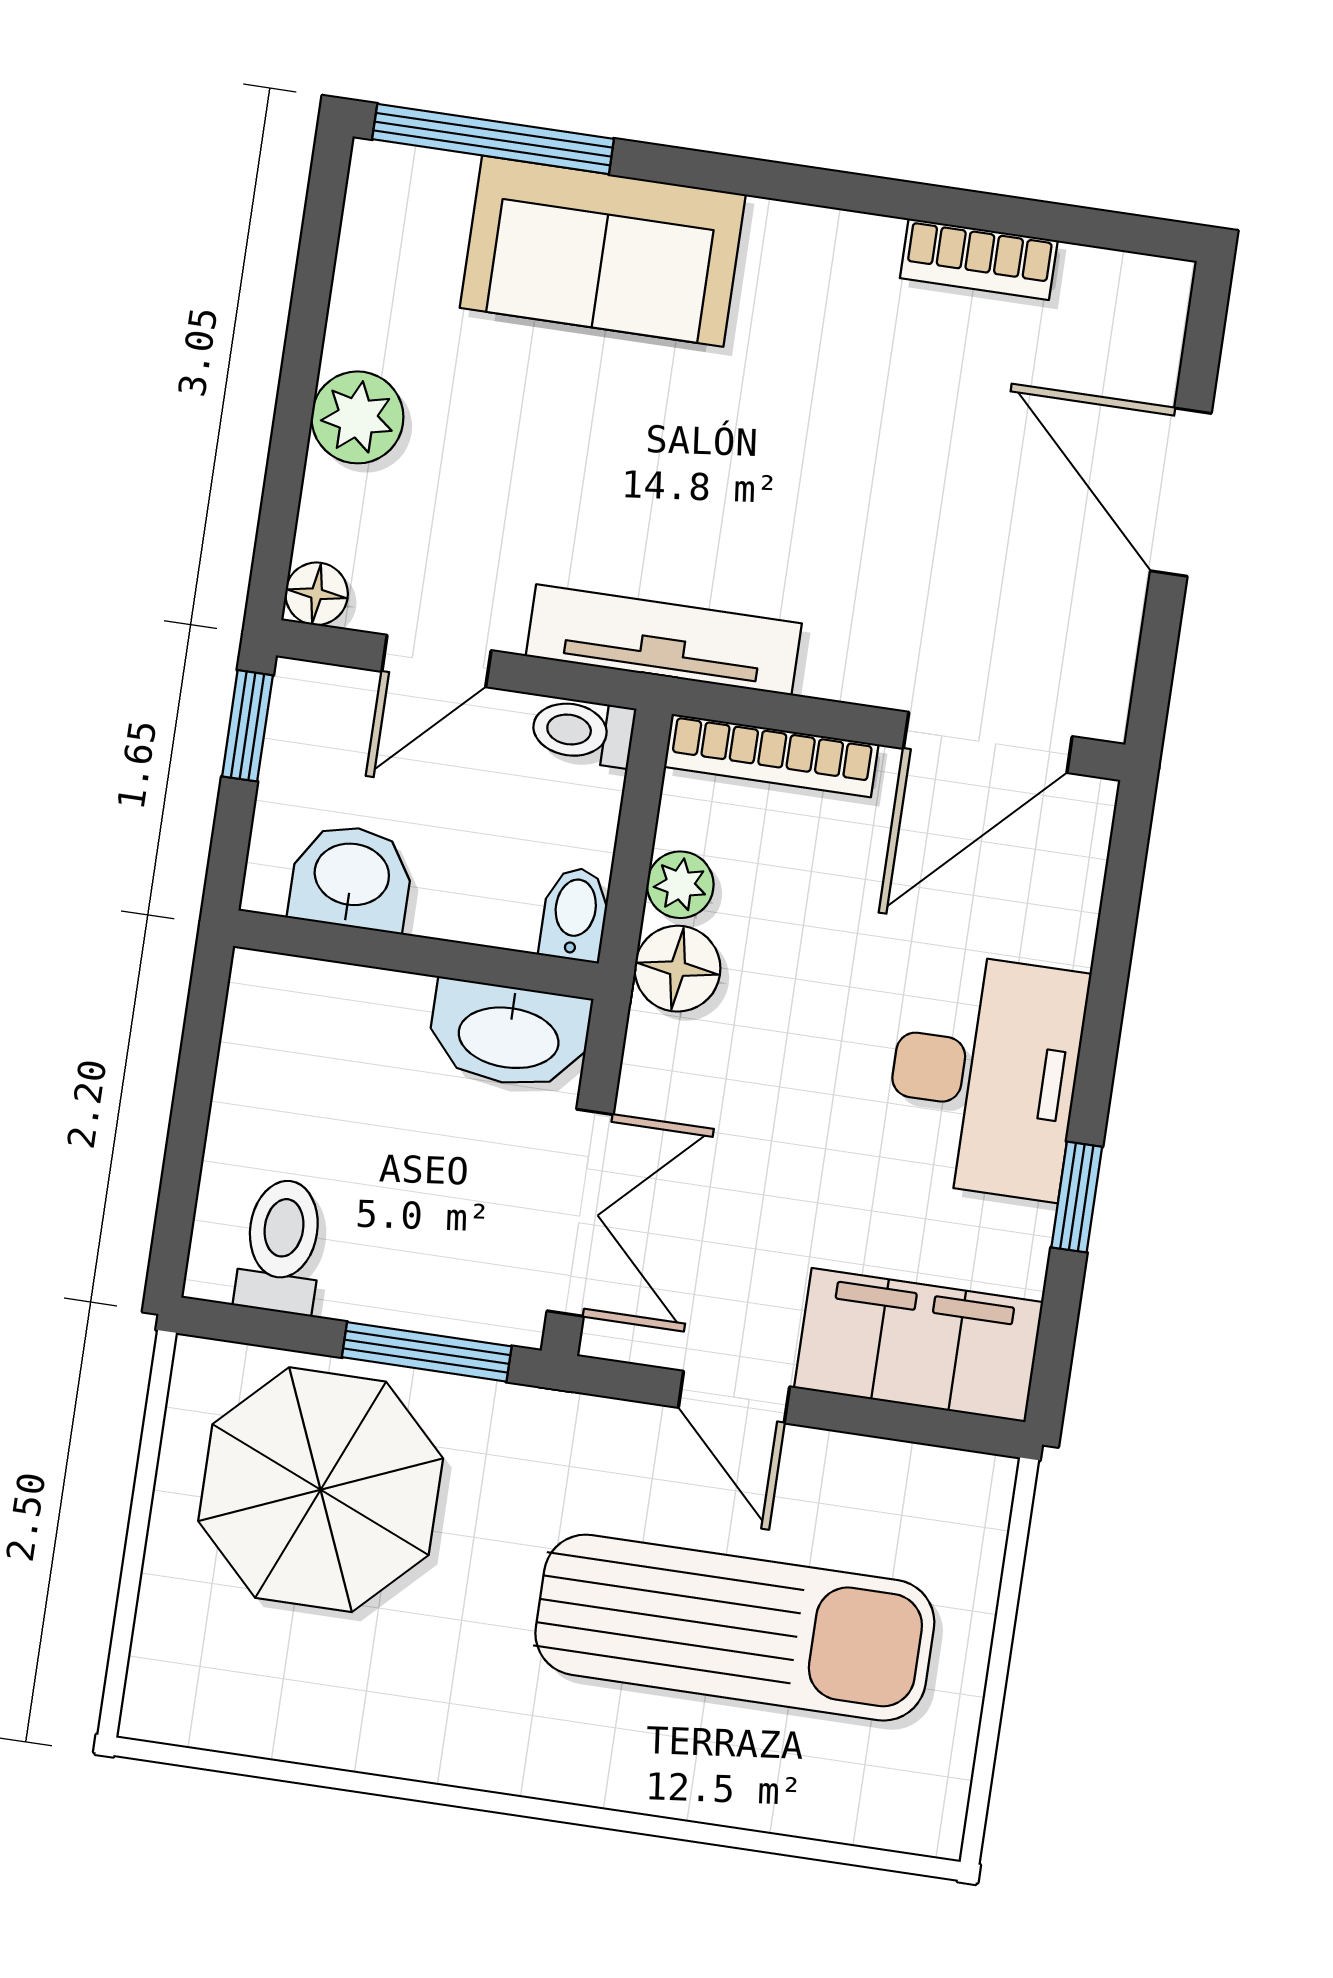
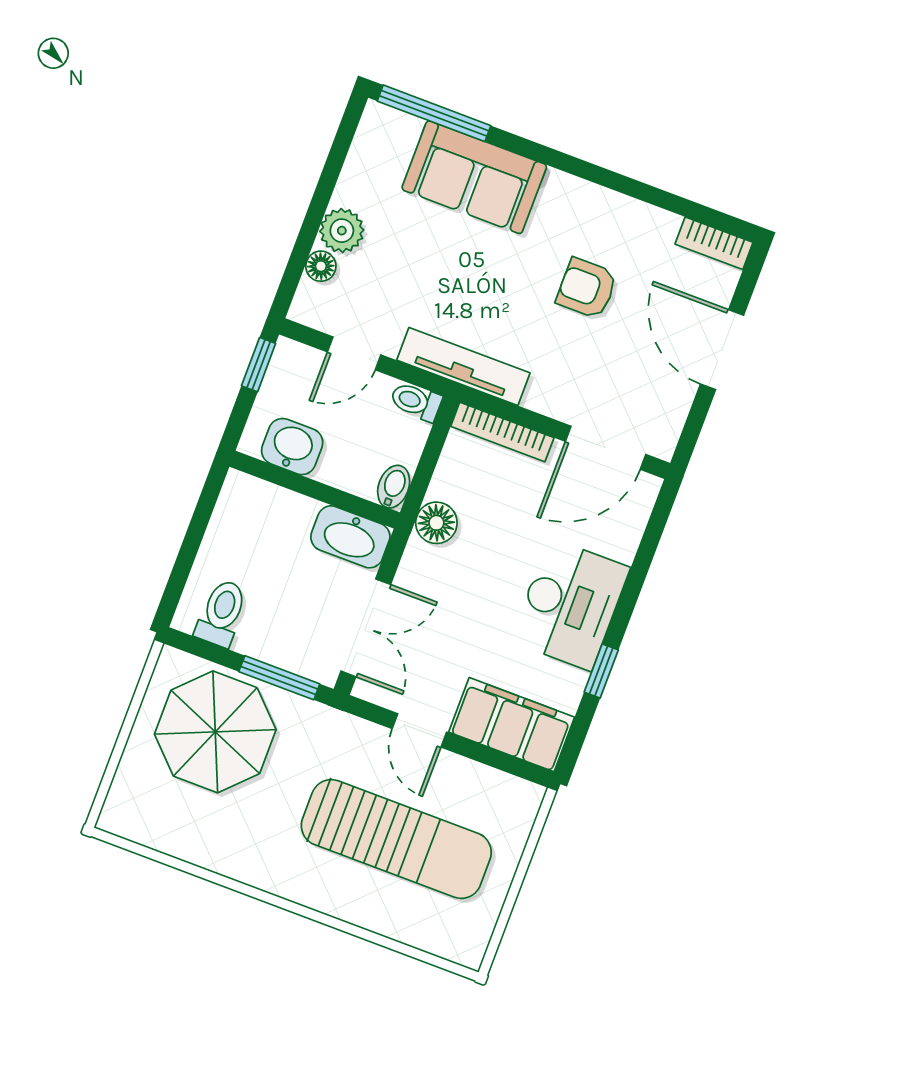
bookcase: (979, 259) -> (714, 243), moved
armchair: (879, 427) -> (587, 288), added
floor lamp: (317, 594) -> (321, 266), moved
plant: (680, 885) -> (446, 484), removed

